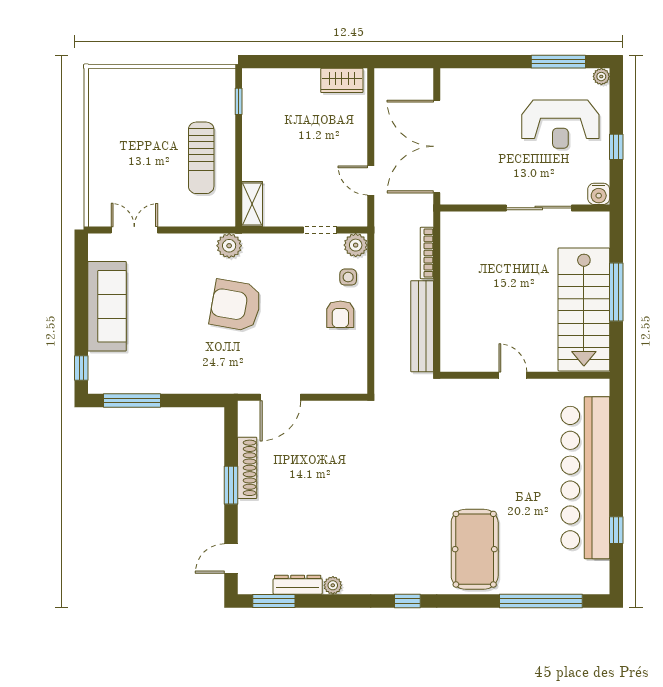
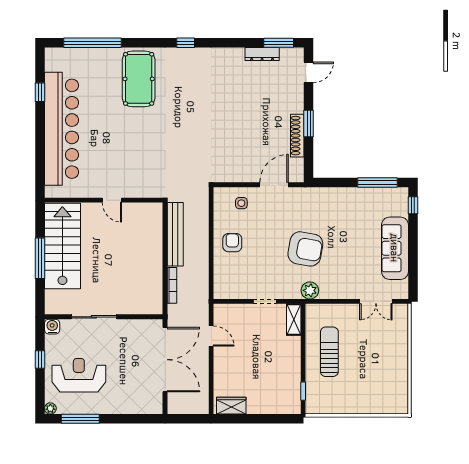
doorway: (320, 230) -> (265, 301), moved
plant: (356, 245) -> (222, 291), removed
side table: (348, 277) -> (241, 203), moved
plant: (333, 585) -> (238, 54), removed

